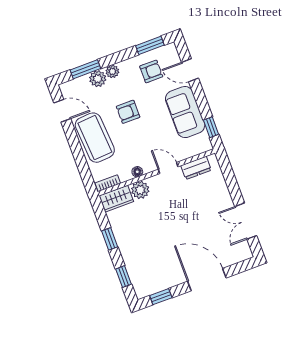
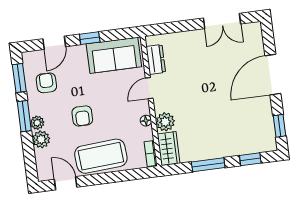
window: (85, 69) -> (24, 116), moved
door: (62, 111) -> (66, 183), hinge flipped
sofa: (185, 112) -> (114, 55), moved
window: (211, 127) -> (90, 38), moved
window: (110, 239) -> (208, 165), width x1.50

